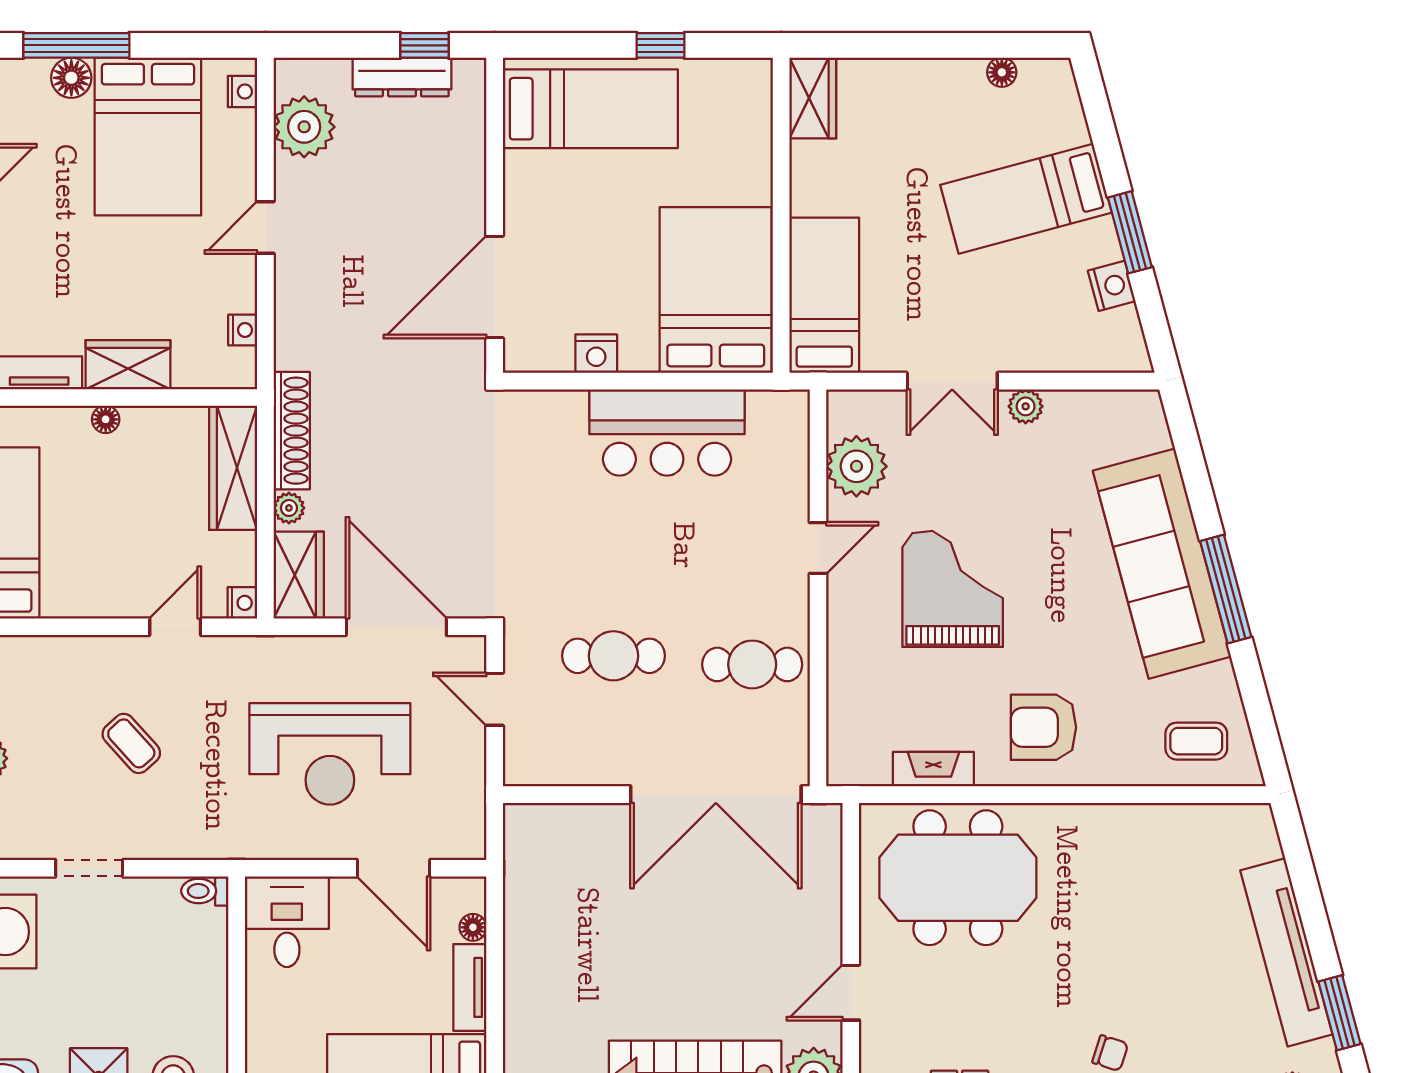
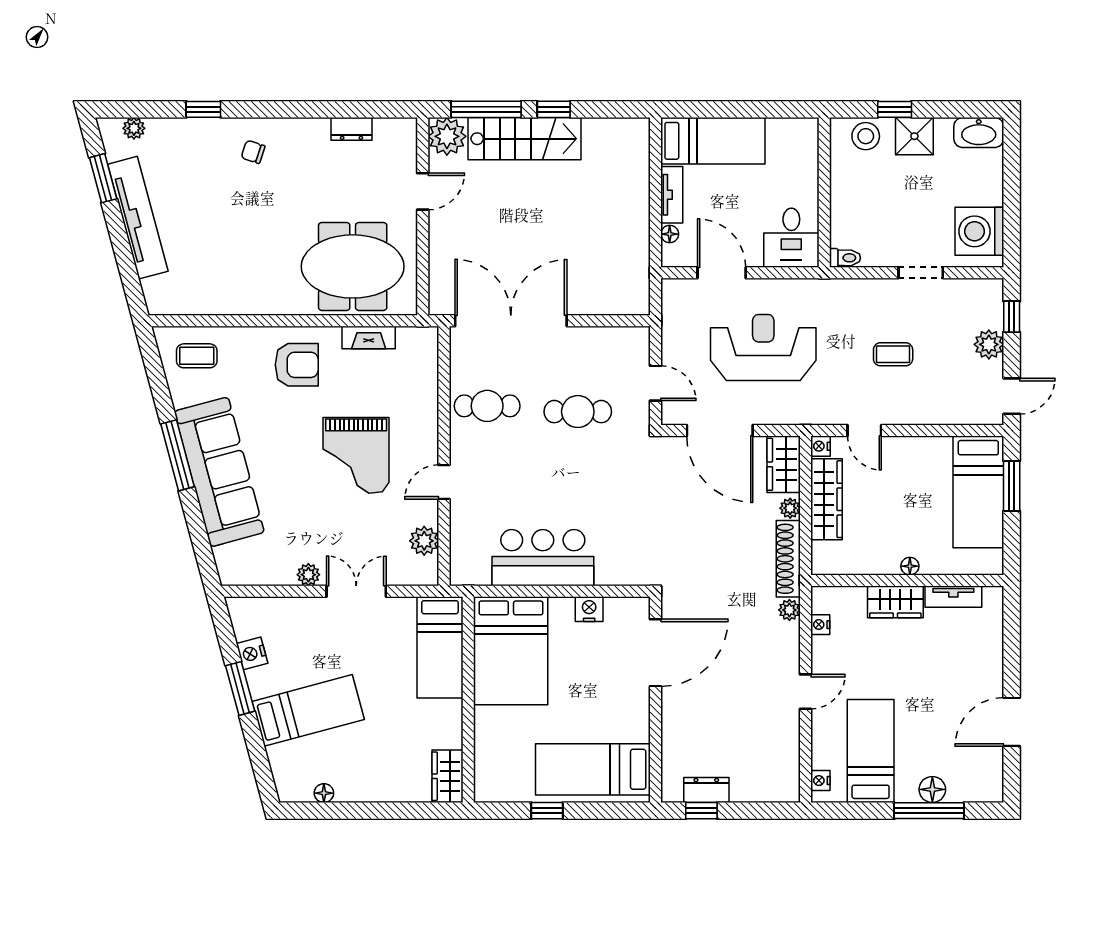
dresser: (402, 77) -> (706, 790), width x0.70
plant: (304, 127) -> (789, 610), moved, width x0.53, depth x0.53
bed: (148, 137) -> (871, 751), width x0.67
plant: (856, 466) -> (424, 541), width x0.73, depth x0.73
wardrobe: (233, 468) -> (827, 499), moved
door: (175, 627) -> (864, 431), hinge flipped
coffee table: (131, 743) -> (893, 354), turned -48

